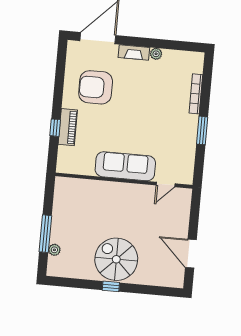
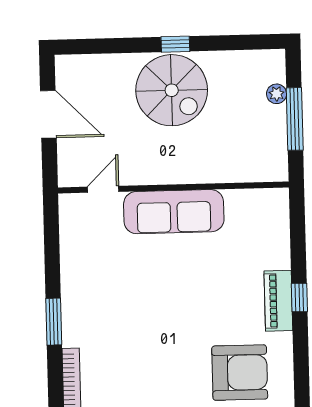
sofa: (125, 166) -> (174, 212), moved
wall: (124, 181) -> (173, 187), moved
door: (166, 184) -> (103, 189), moved

